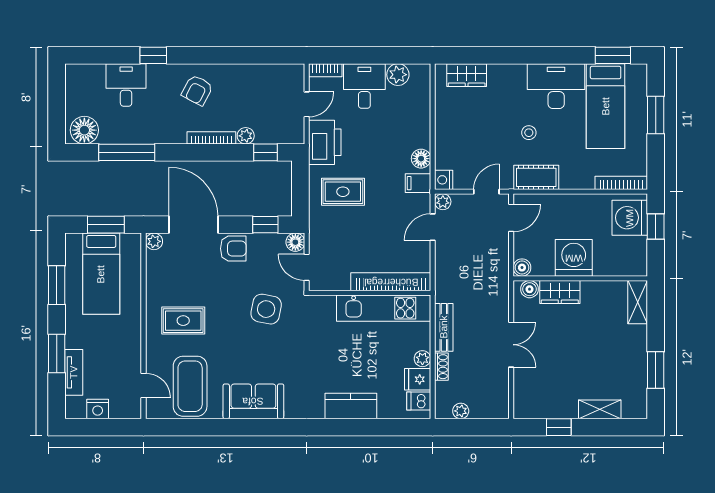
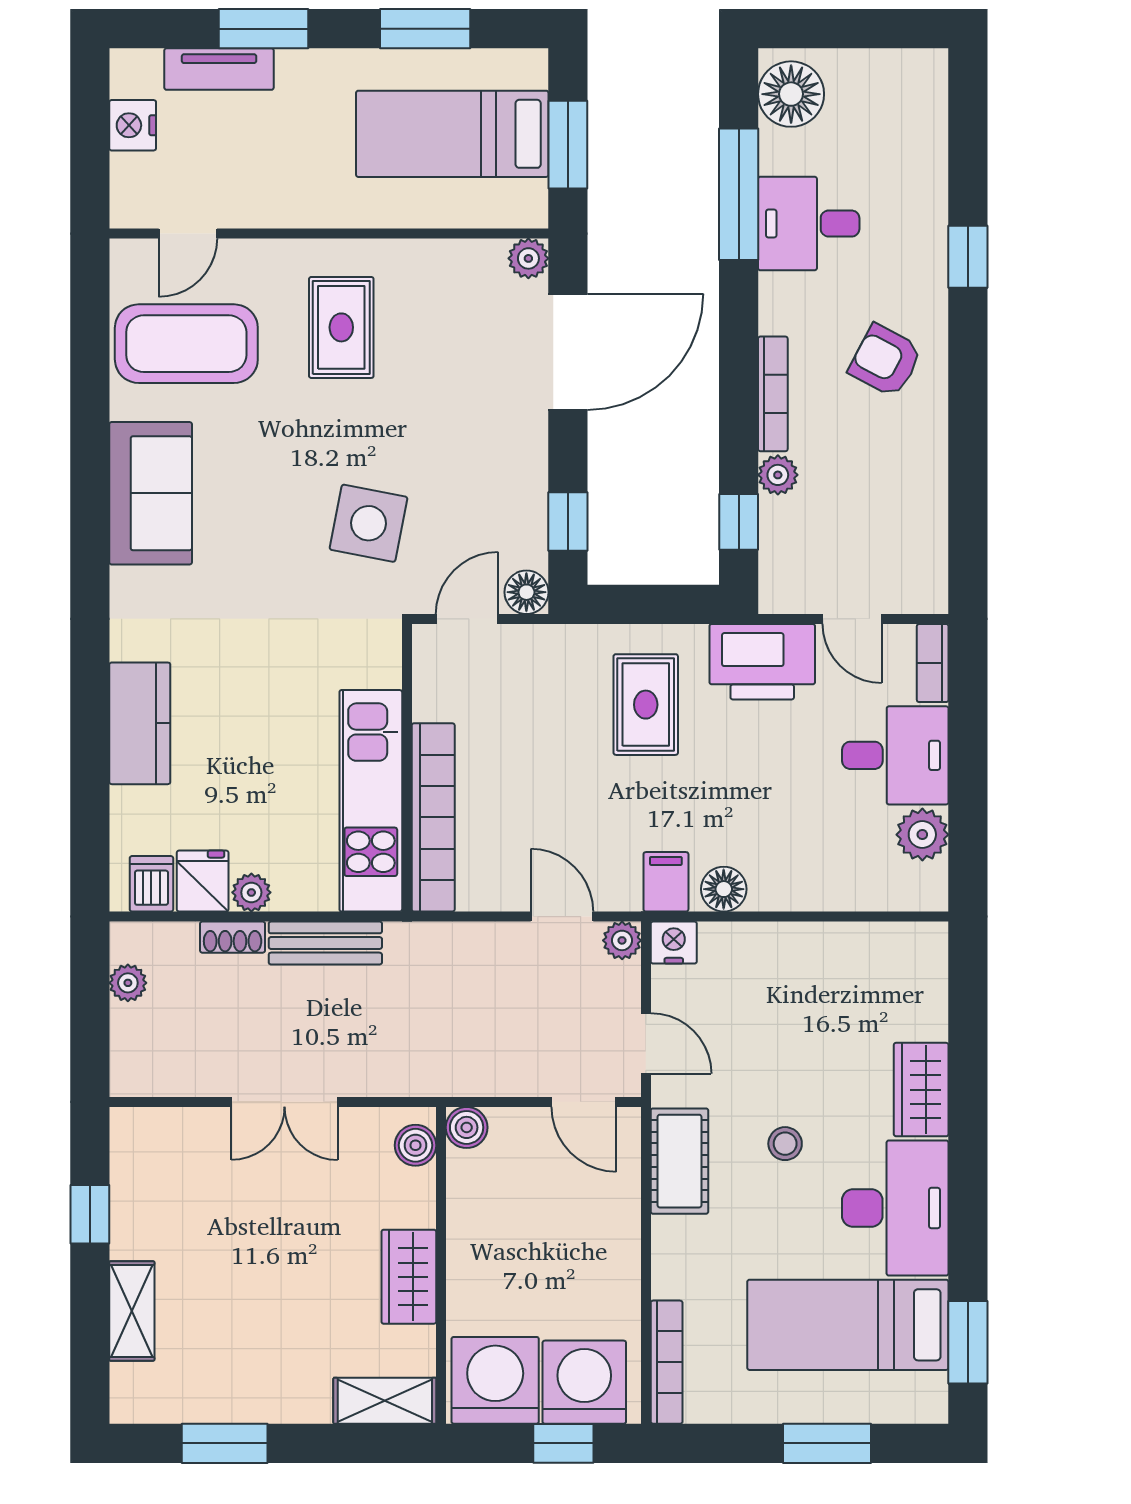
wardrobe: (467, 75) -> (921, 1090), moved
desk: (126, 85) -> (809, 224), moved, turned 180
armchair: (233, 249) -> (511, 446), removed
washing machine: (574, 258) -> (495, 1380), moved, turned -90
wardrobe: (560, 292) -> (409, 1277), moved

